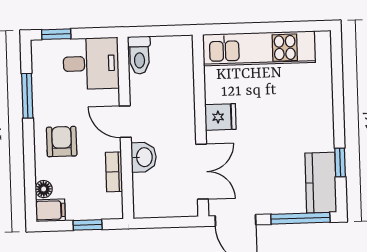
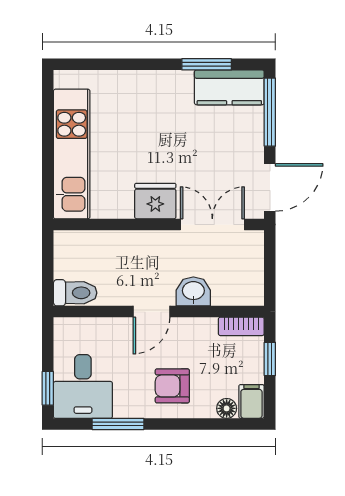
desk: (91, 63) -> (83, 387), moved, turned 180
fridge: (220, 117) -> (155, 201), width x1.38
window: (340, 162) -> (207, 64), width x1.50
bookcase: (114, 172) -> (241, 326), moved

